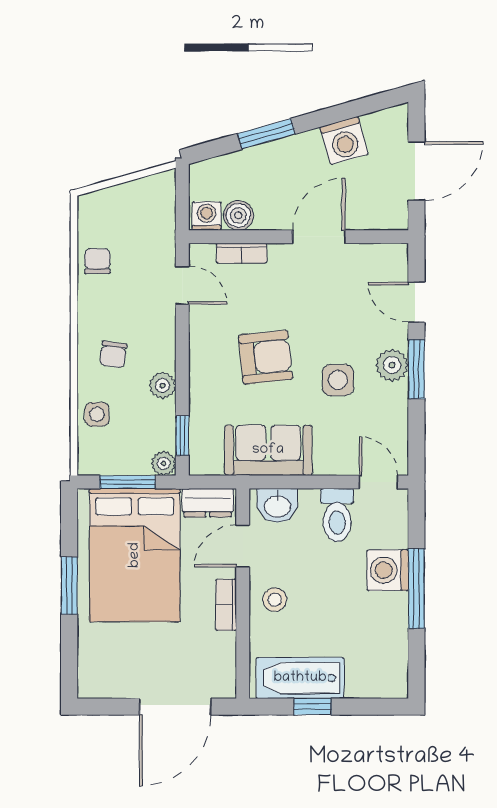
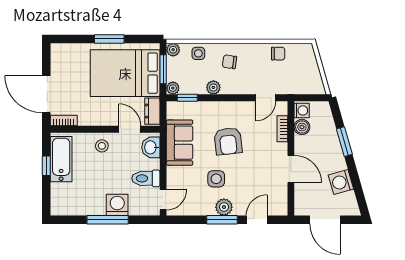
plant: (90, 463) -> (173, 50), added
bookcase: (226, 605) -> (64, 121), moved

